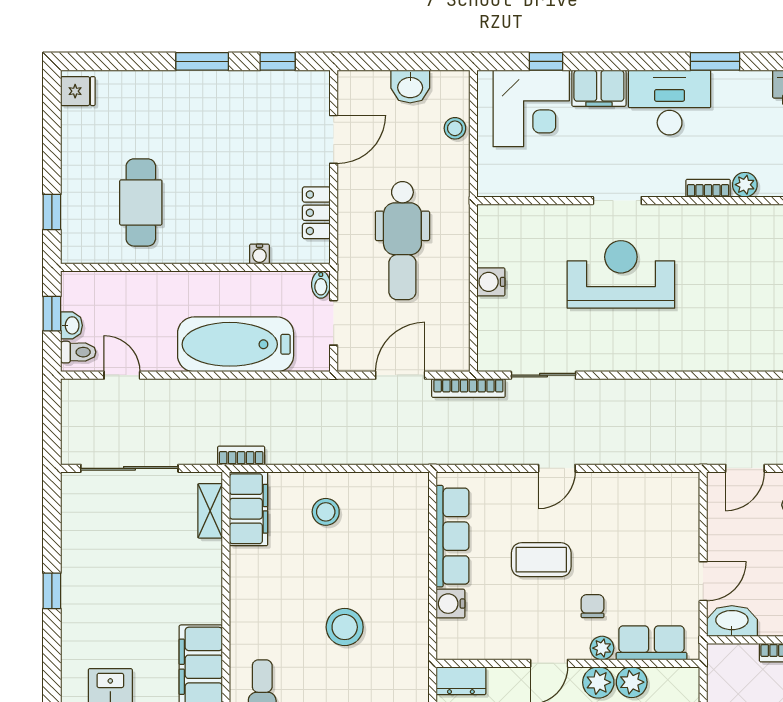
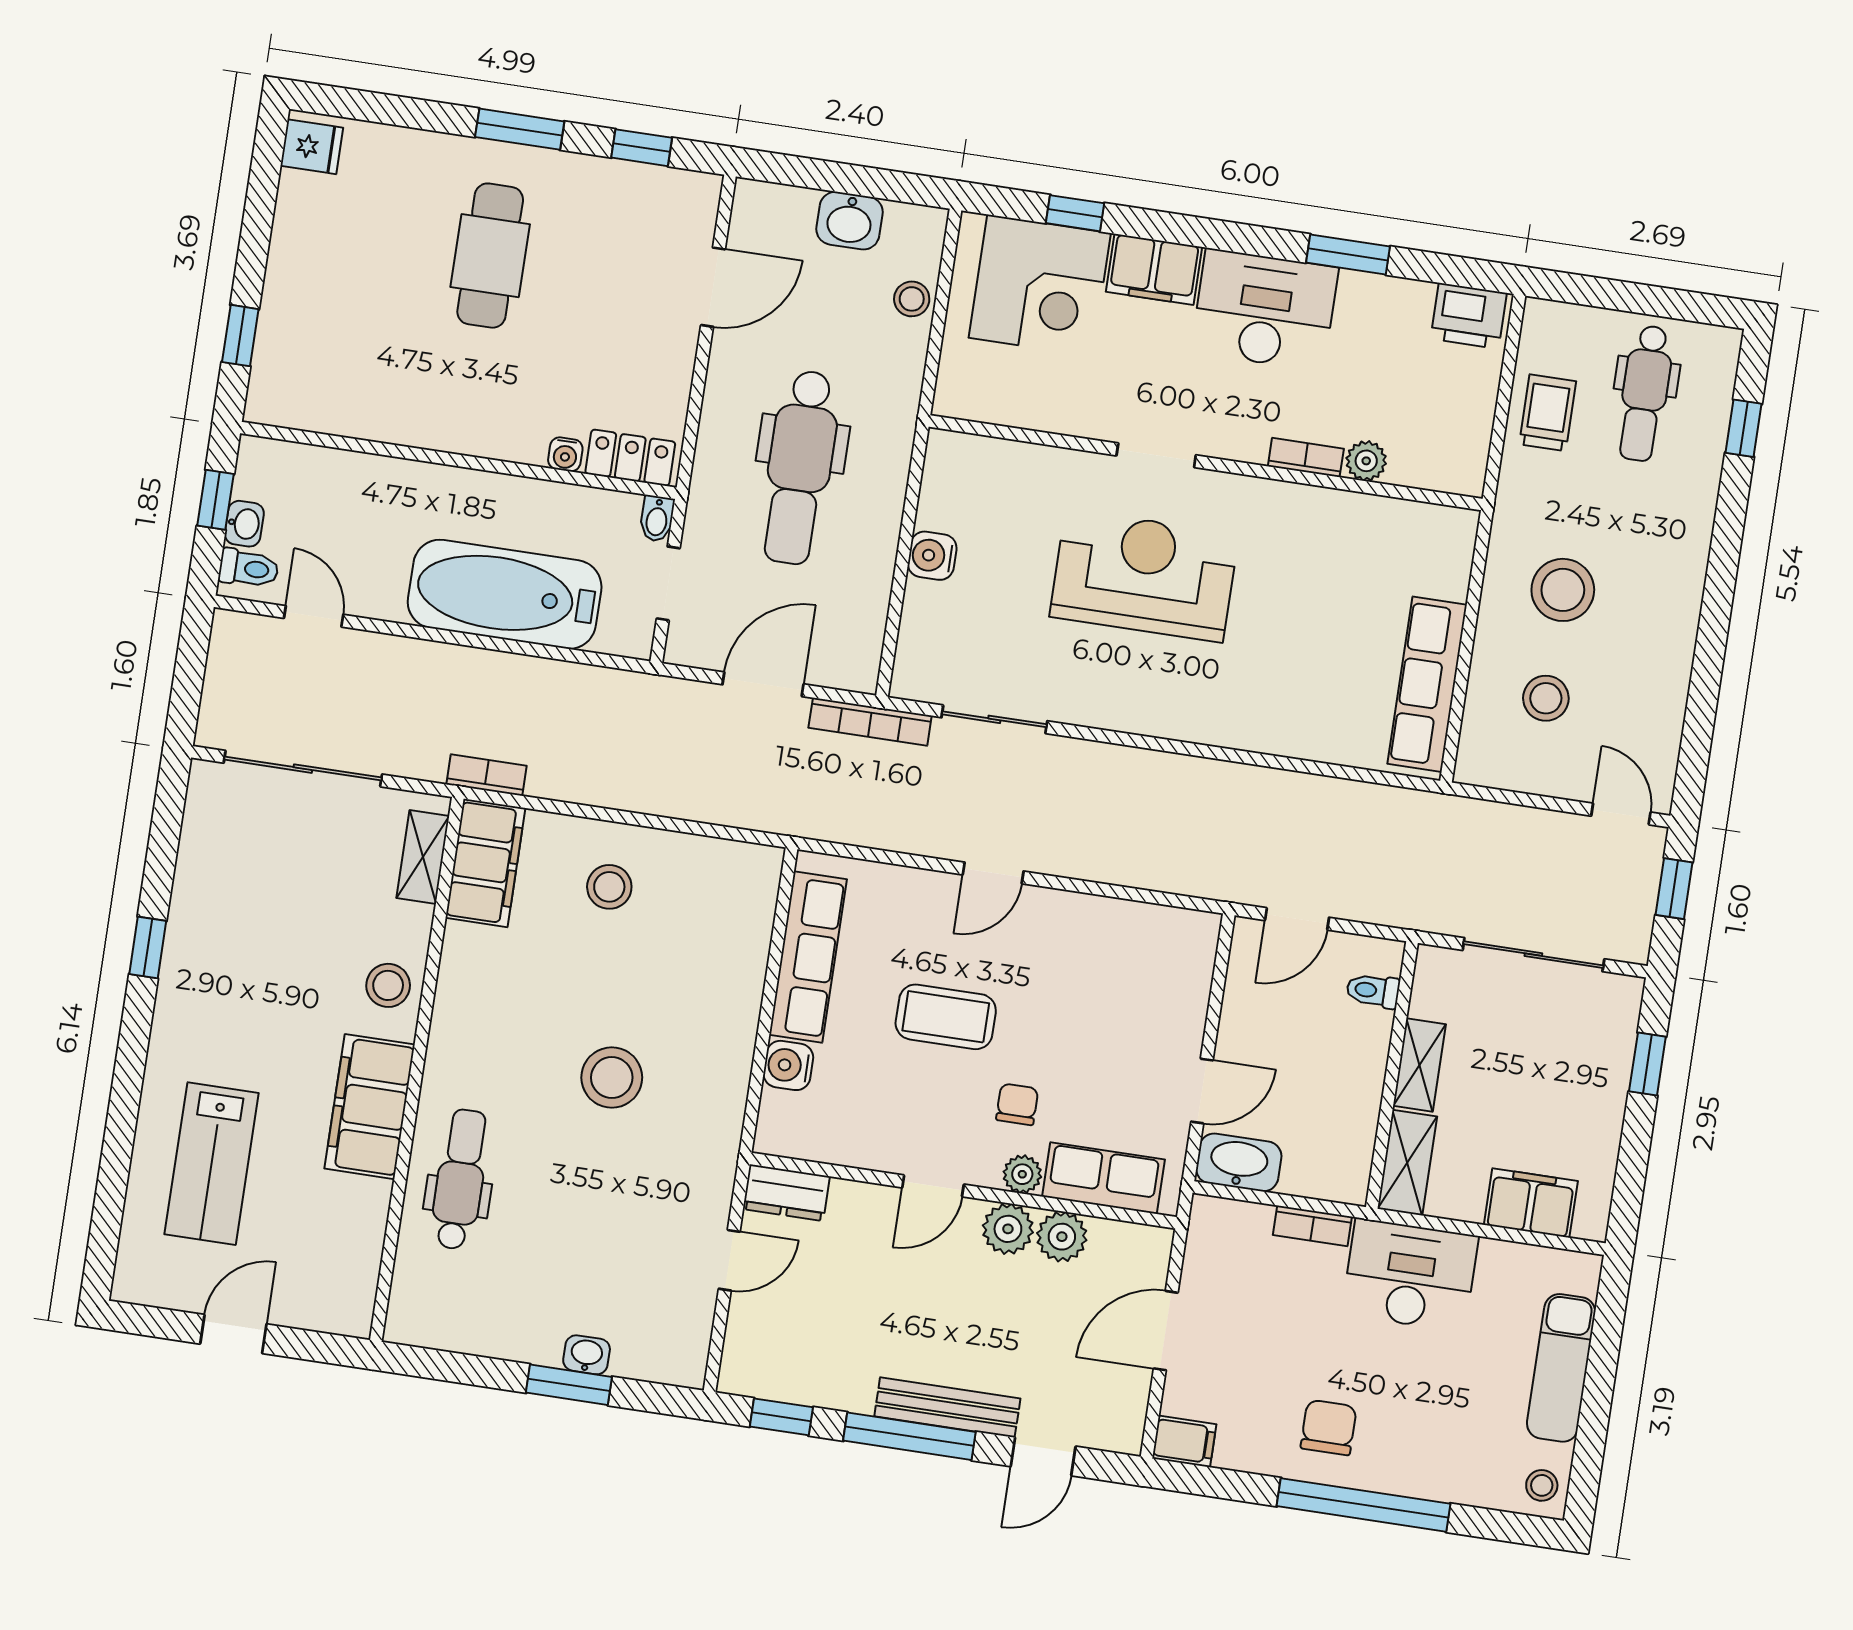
cafe table: (141, 202) -> (490, 256), moved
locker: (316, 213) -> (630, 458), moved, turned 90
stool: (201, 592) -> (388, 985), added

